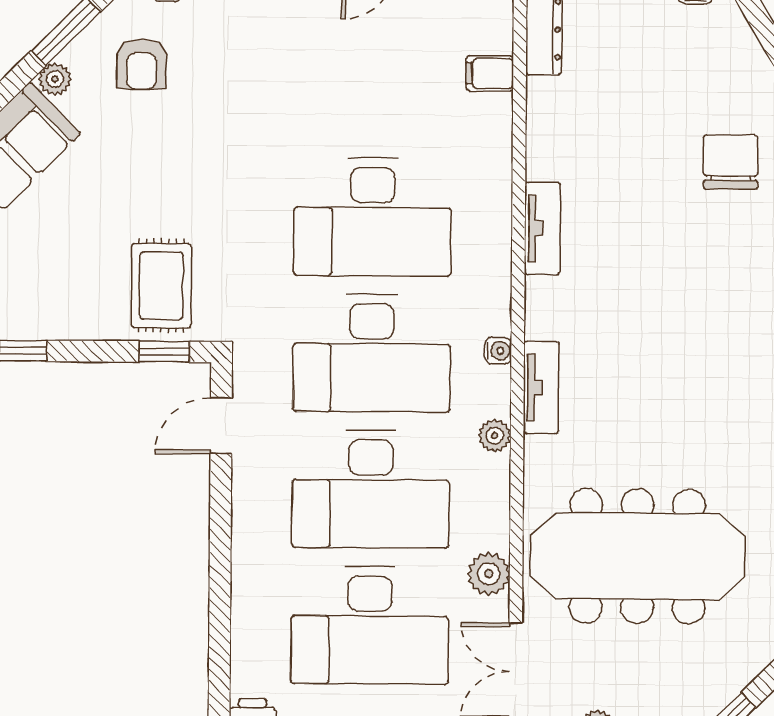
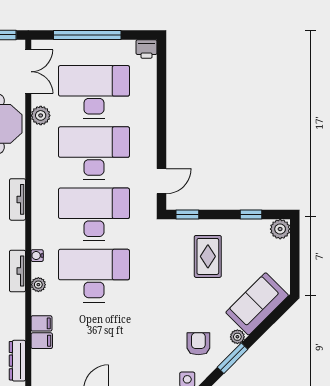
filing cabinet: (490, 112) -> (41, 323), added
rug: (161, 286) -> (208, 256), moved
water cooler: (498, 351) -> (37, 256), moved
plant: (495, 436) -> (38, 285), moved

